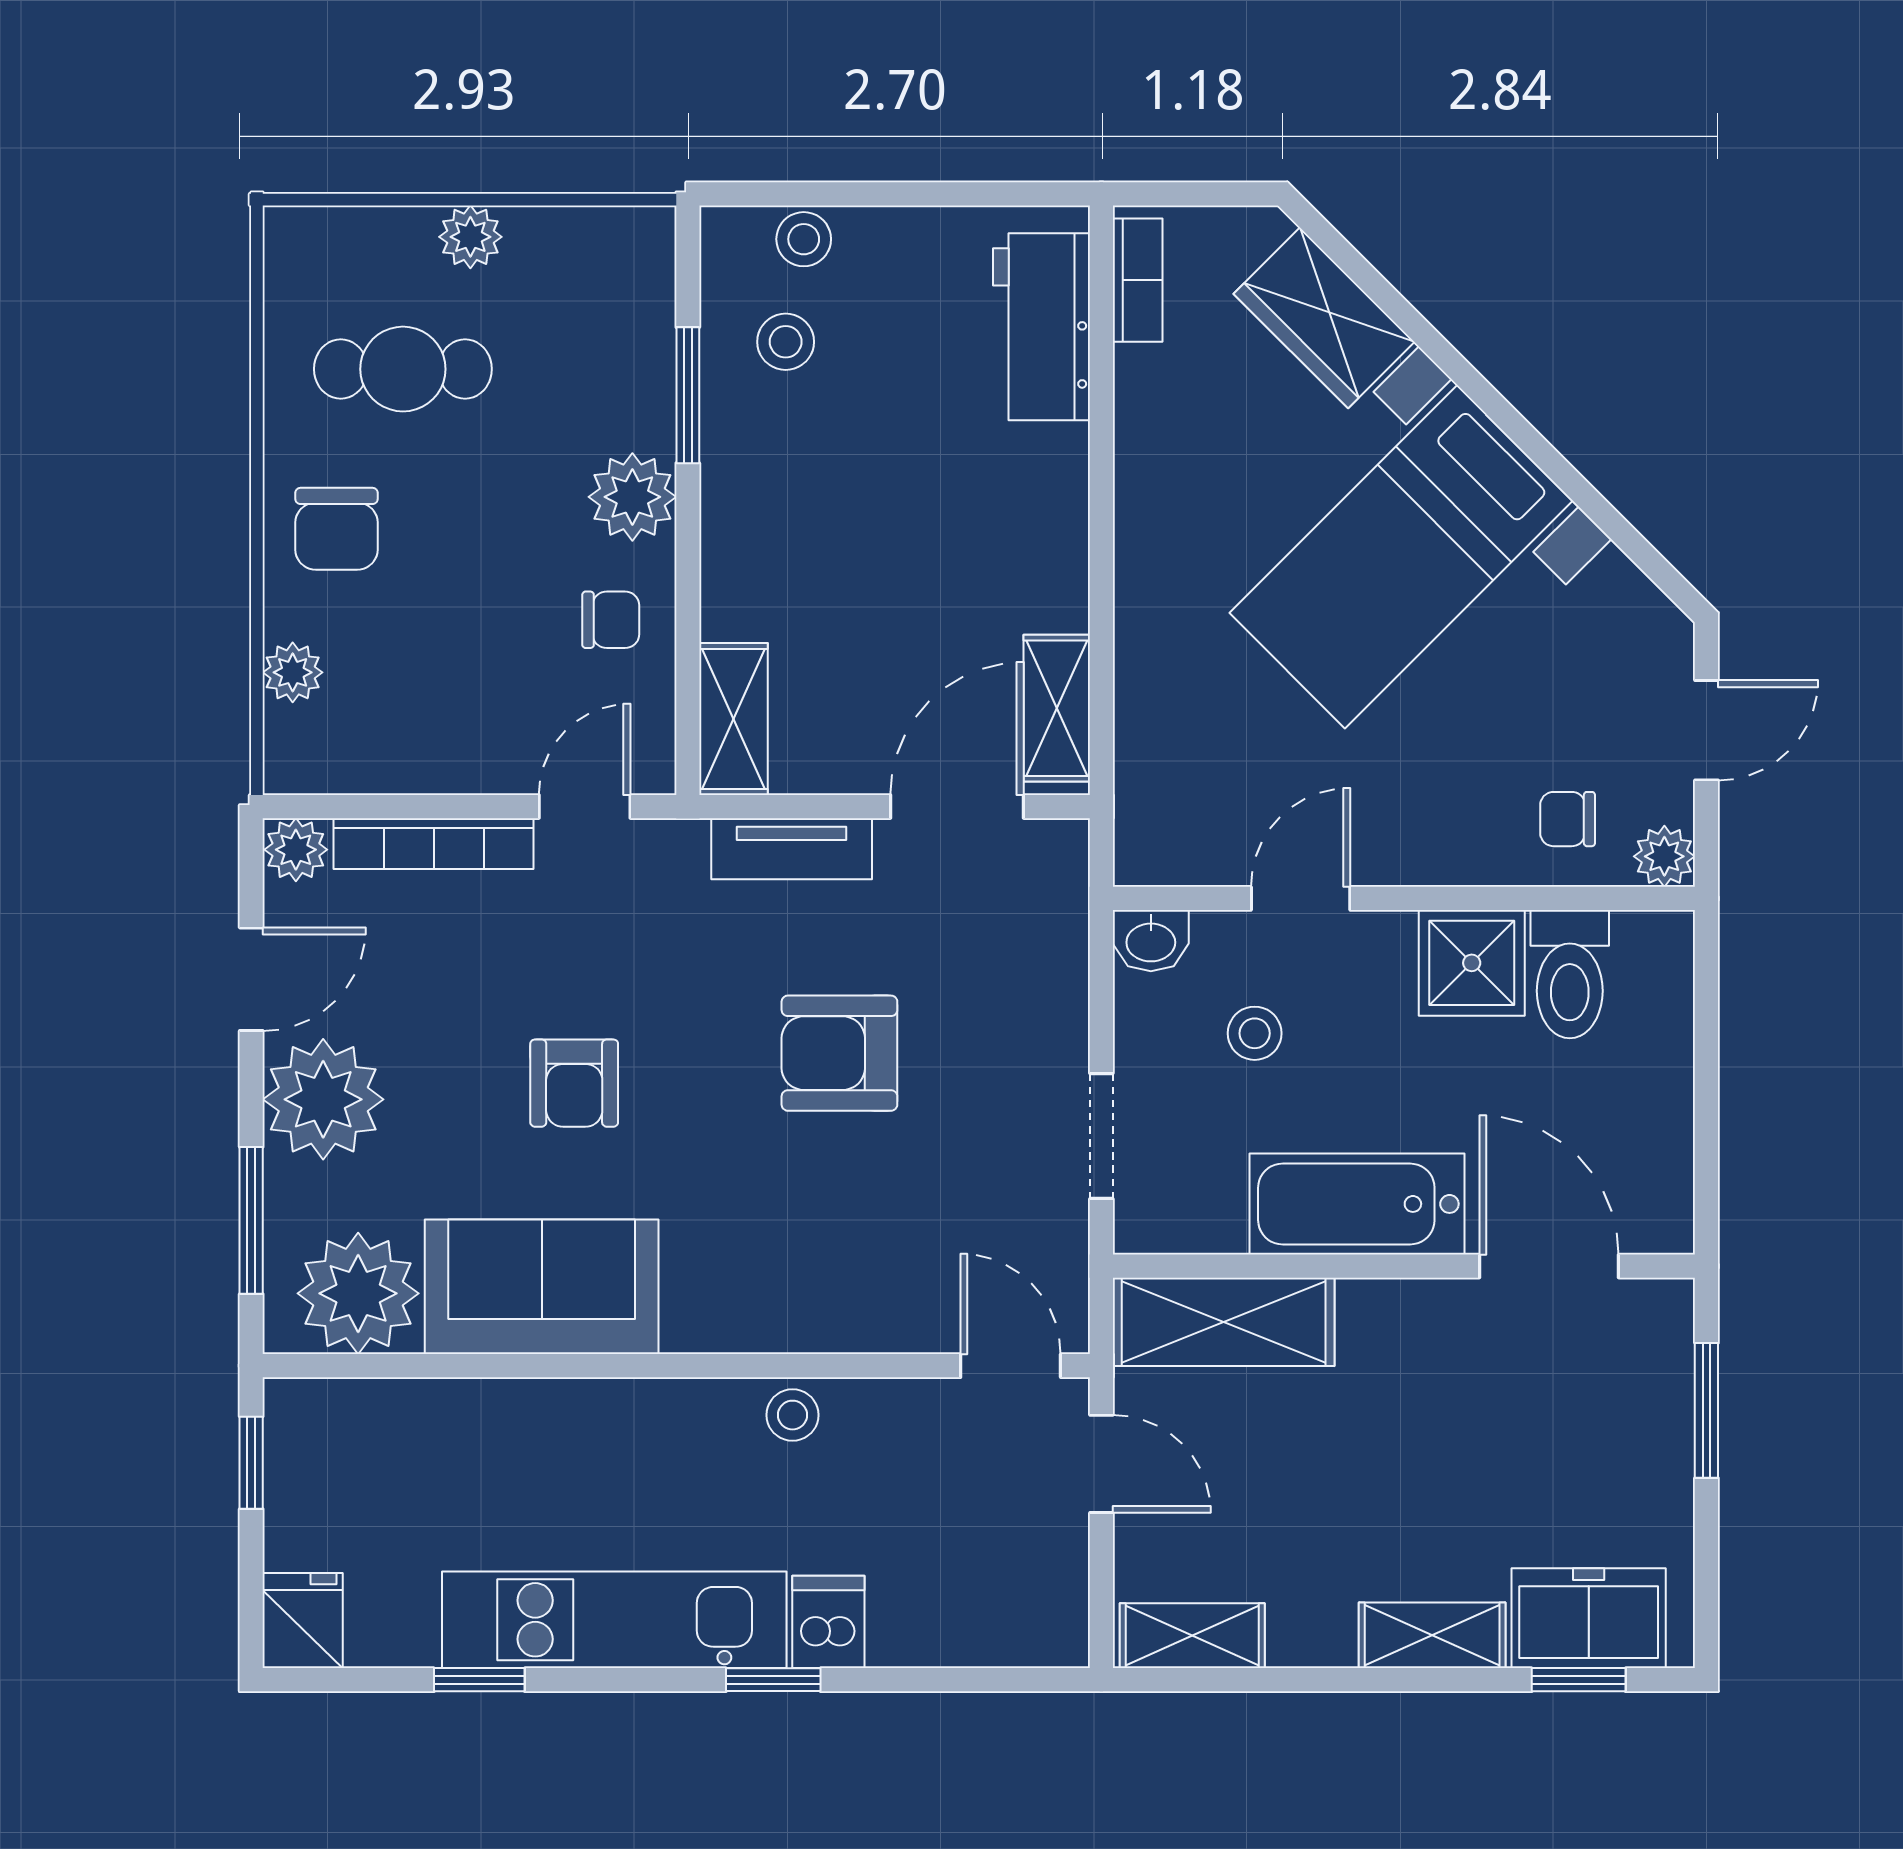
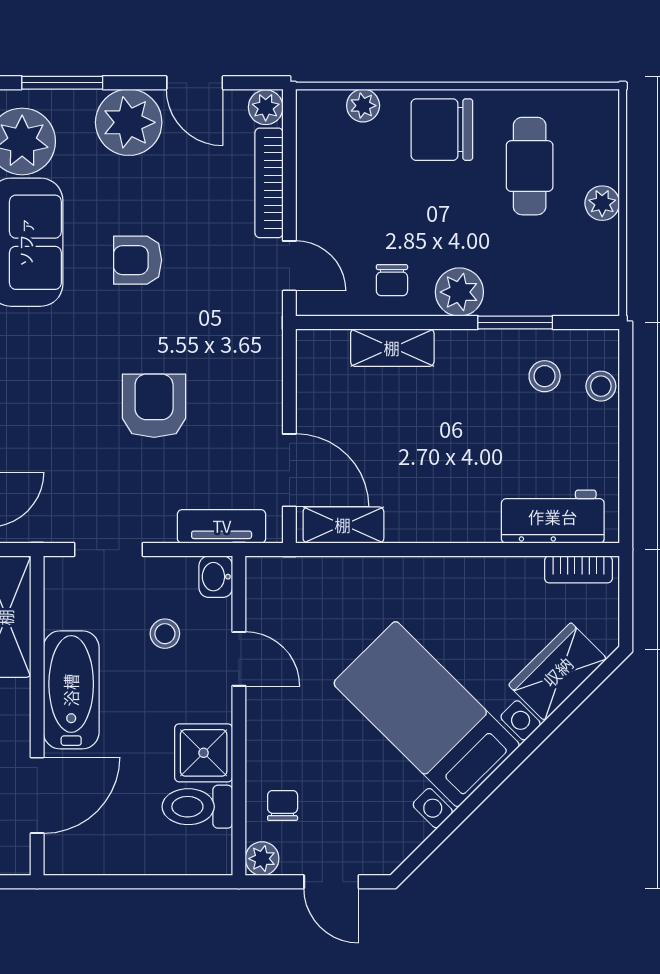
chair: (336, 529) -> (442, 130), width x1.37, depth x1.37
shelving: (733, 719) -> (392, 348), moved
tv unit: (792, 849) -> (222, 526), moved, turned 90

